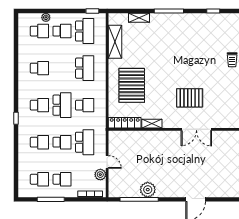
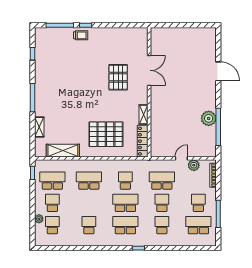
school desk: (39, 105) -> (125, 225), width x1.85
school desk: (39, 179) -> (198, 225), width x1.85

